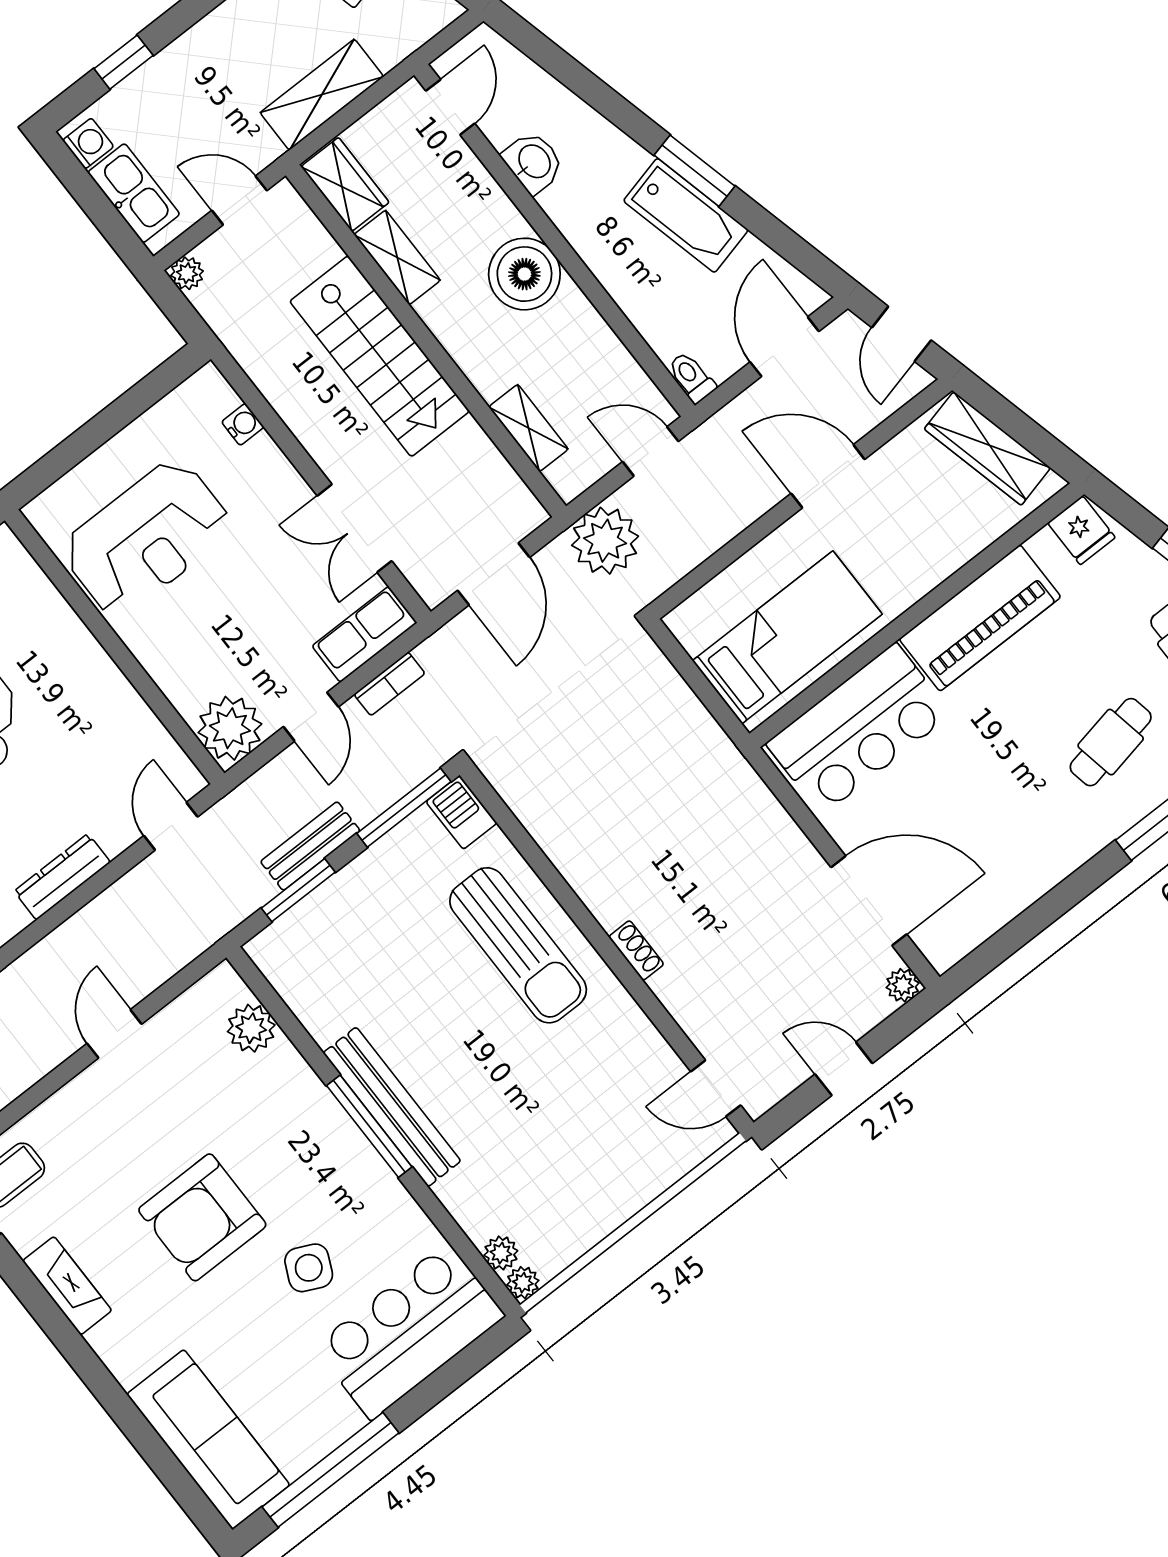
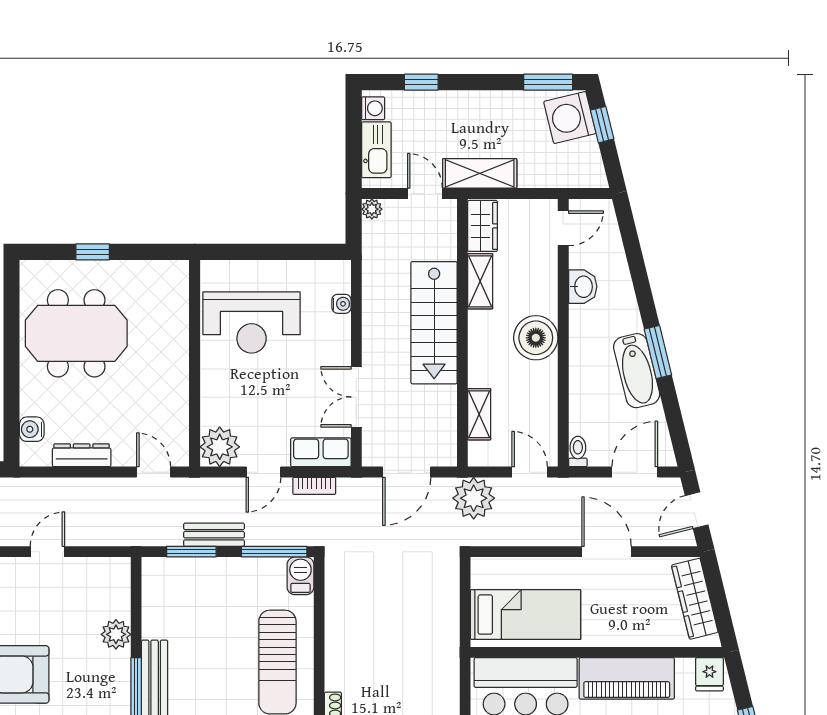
shelving: (322, 95) -> (480, 173), moved
door: (171, 826) -> (154, 472), hinge flipped
plant: (251, 1028) -> (116, 634), moved

